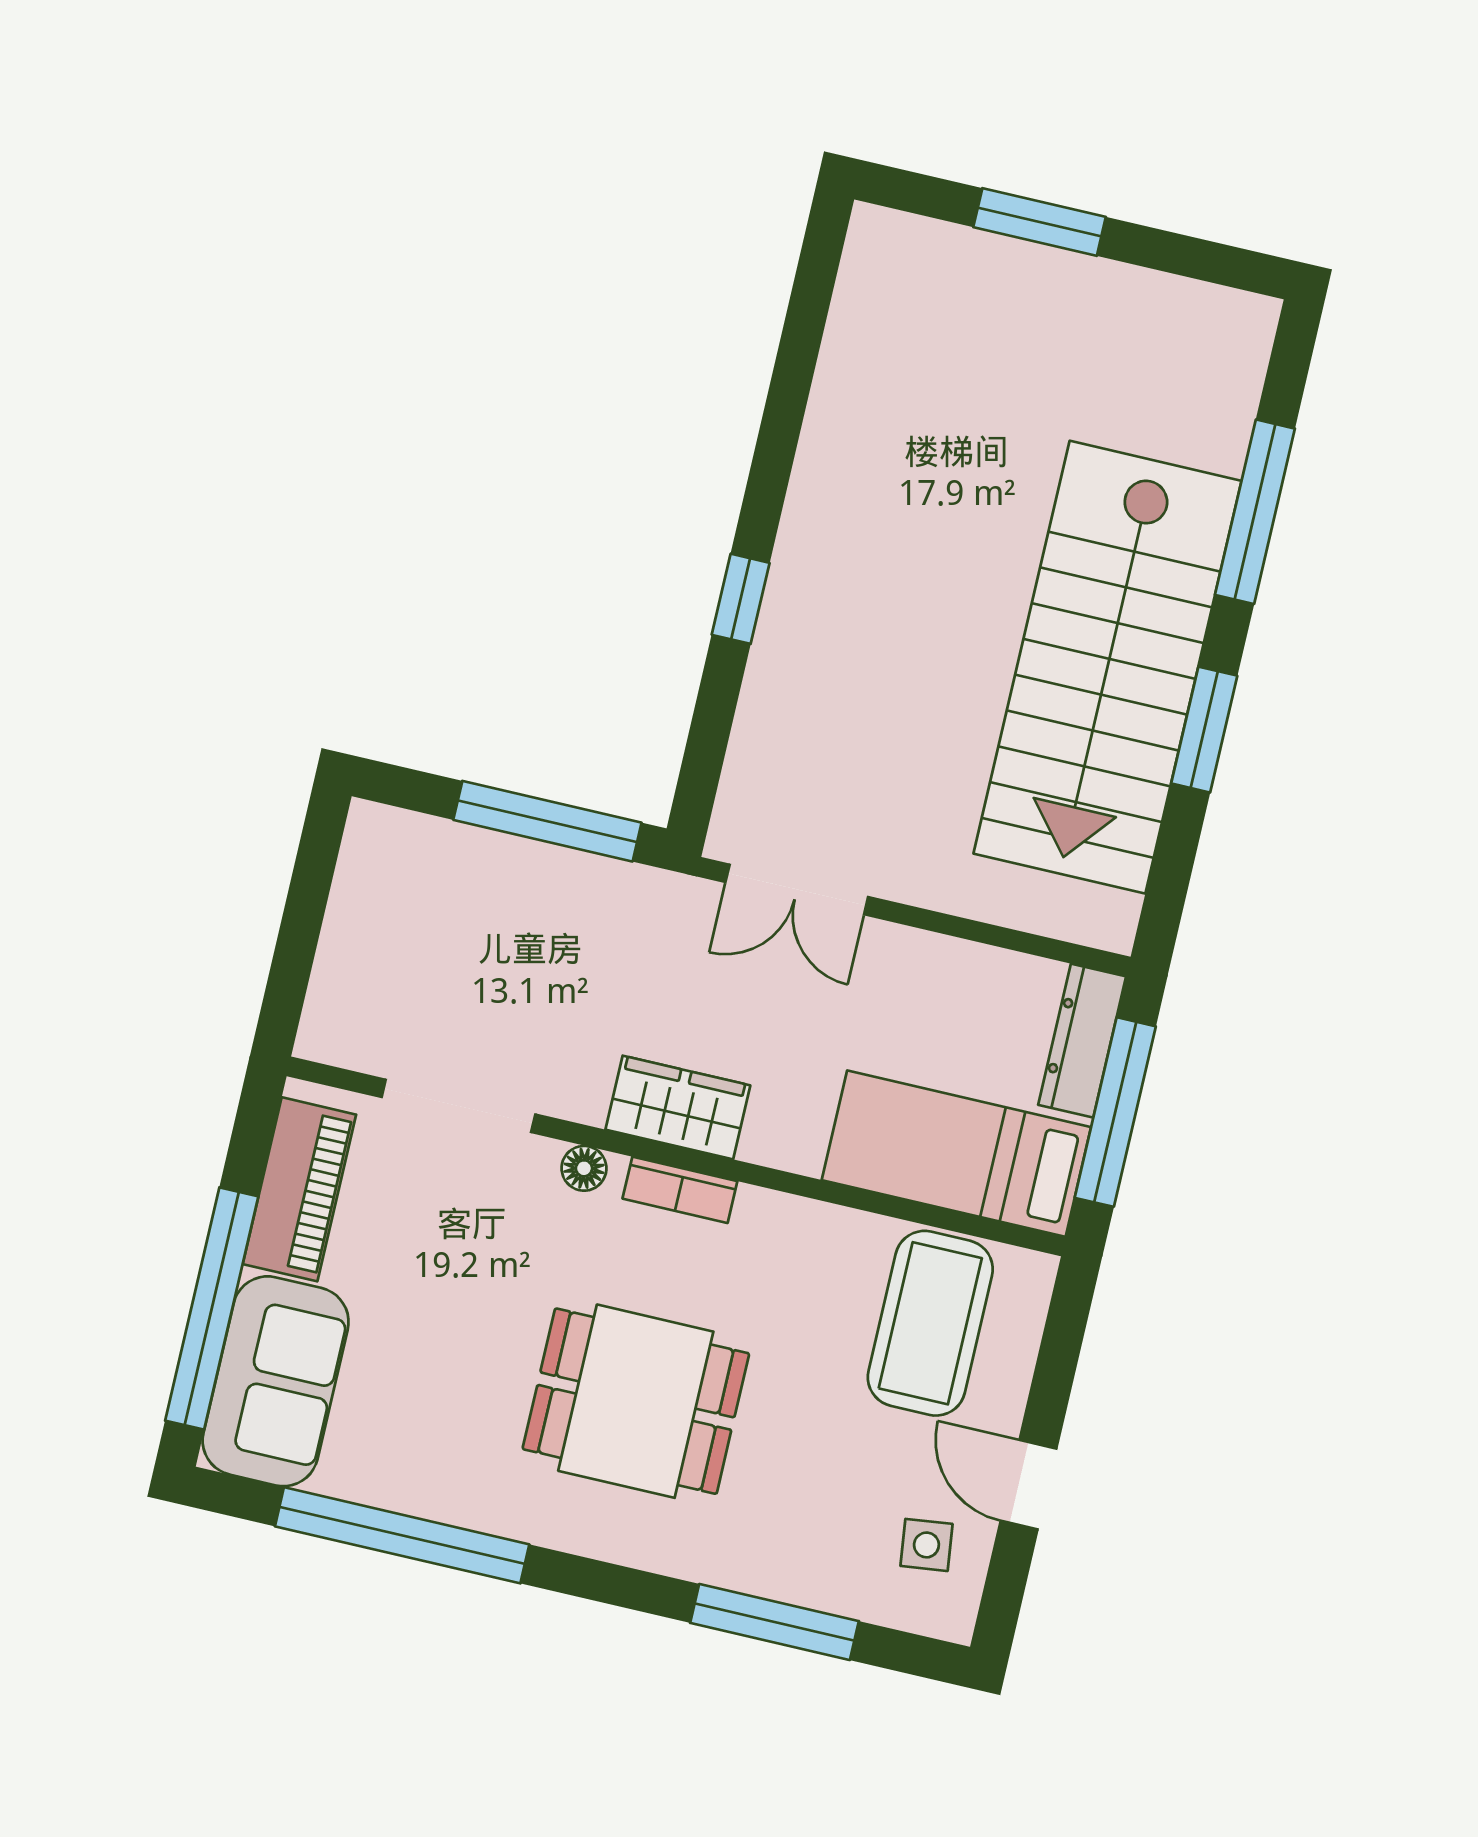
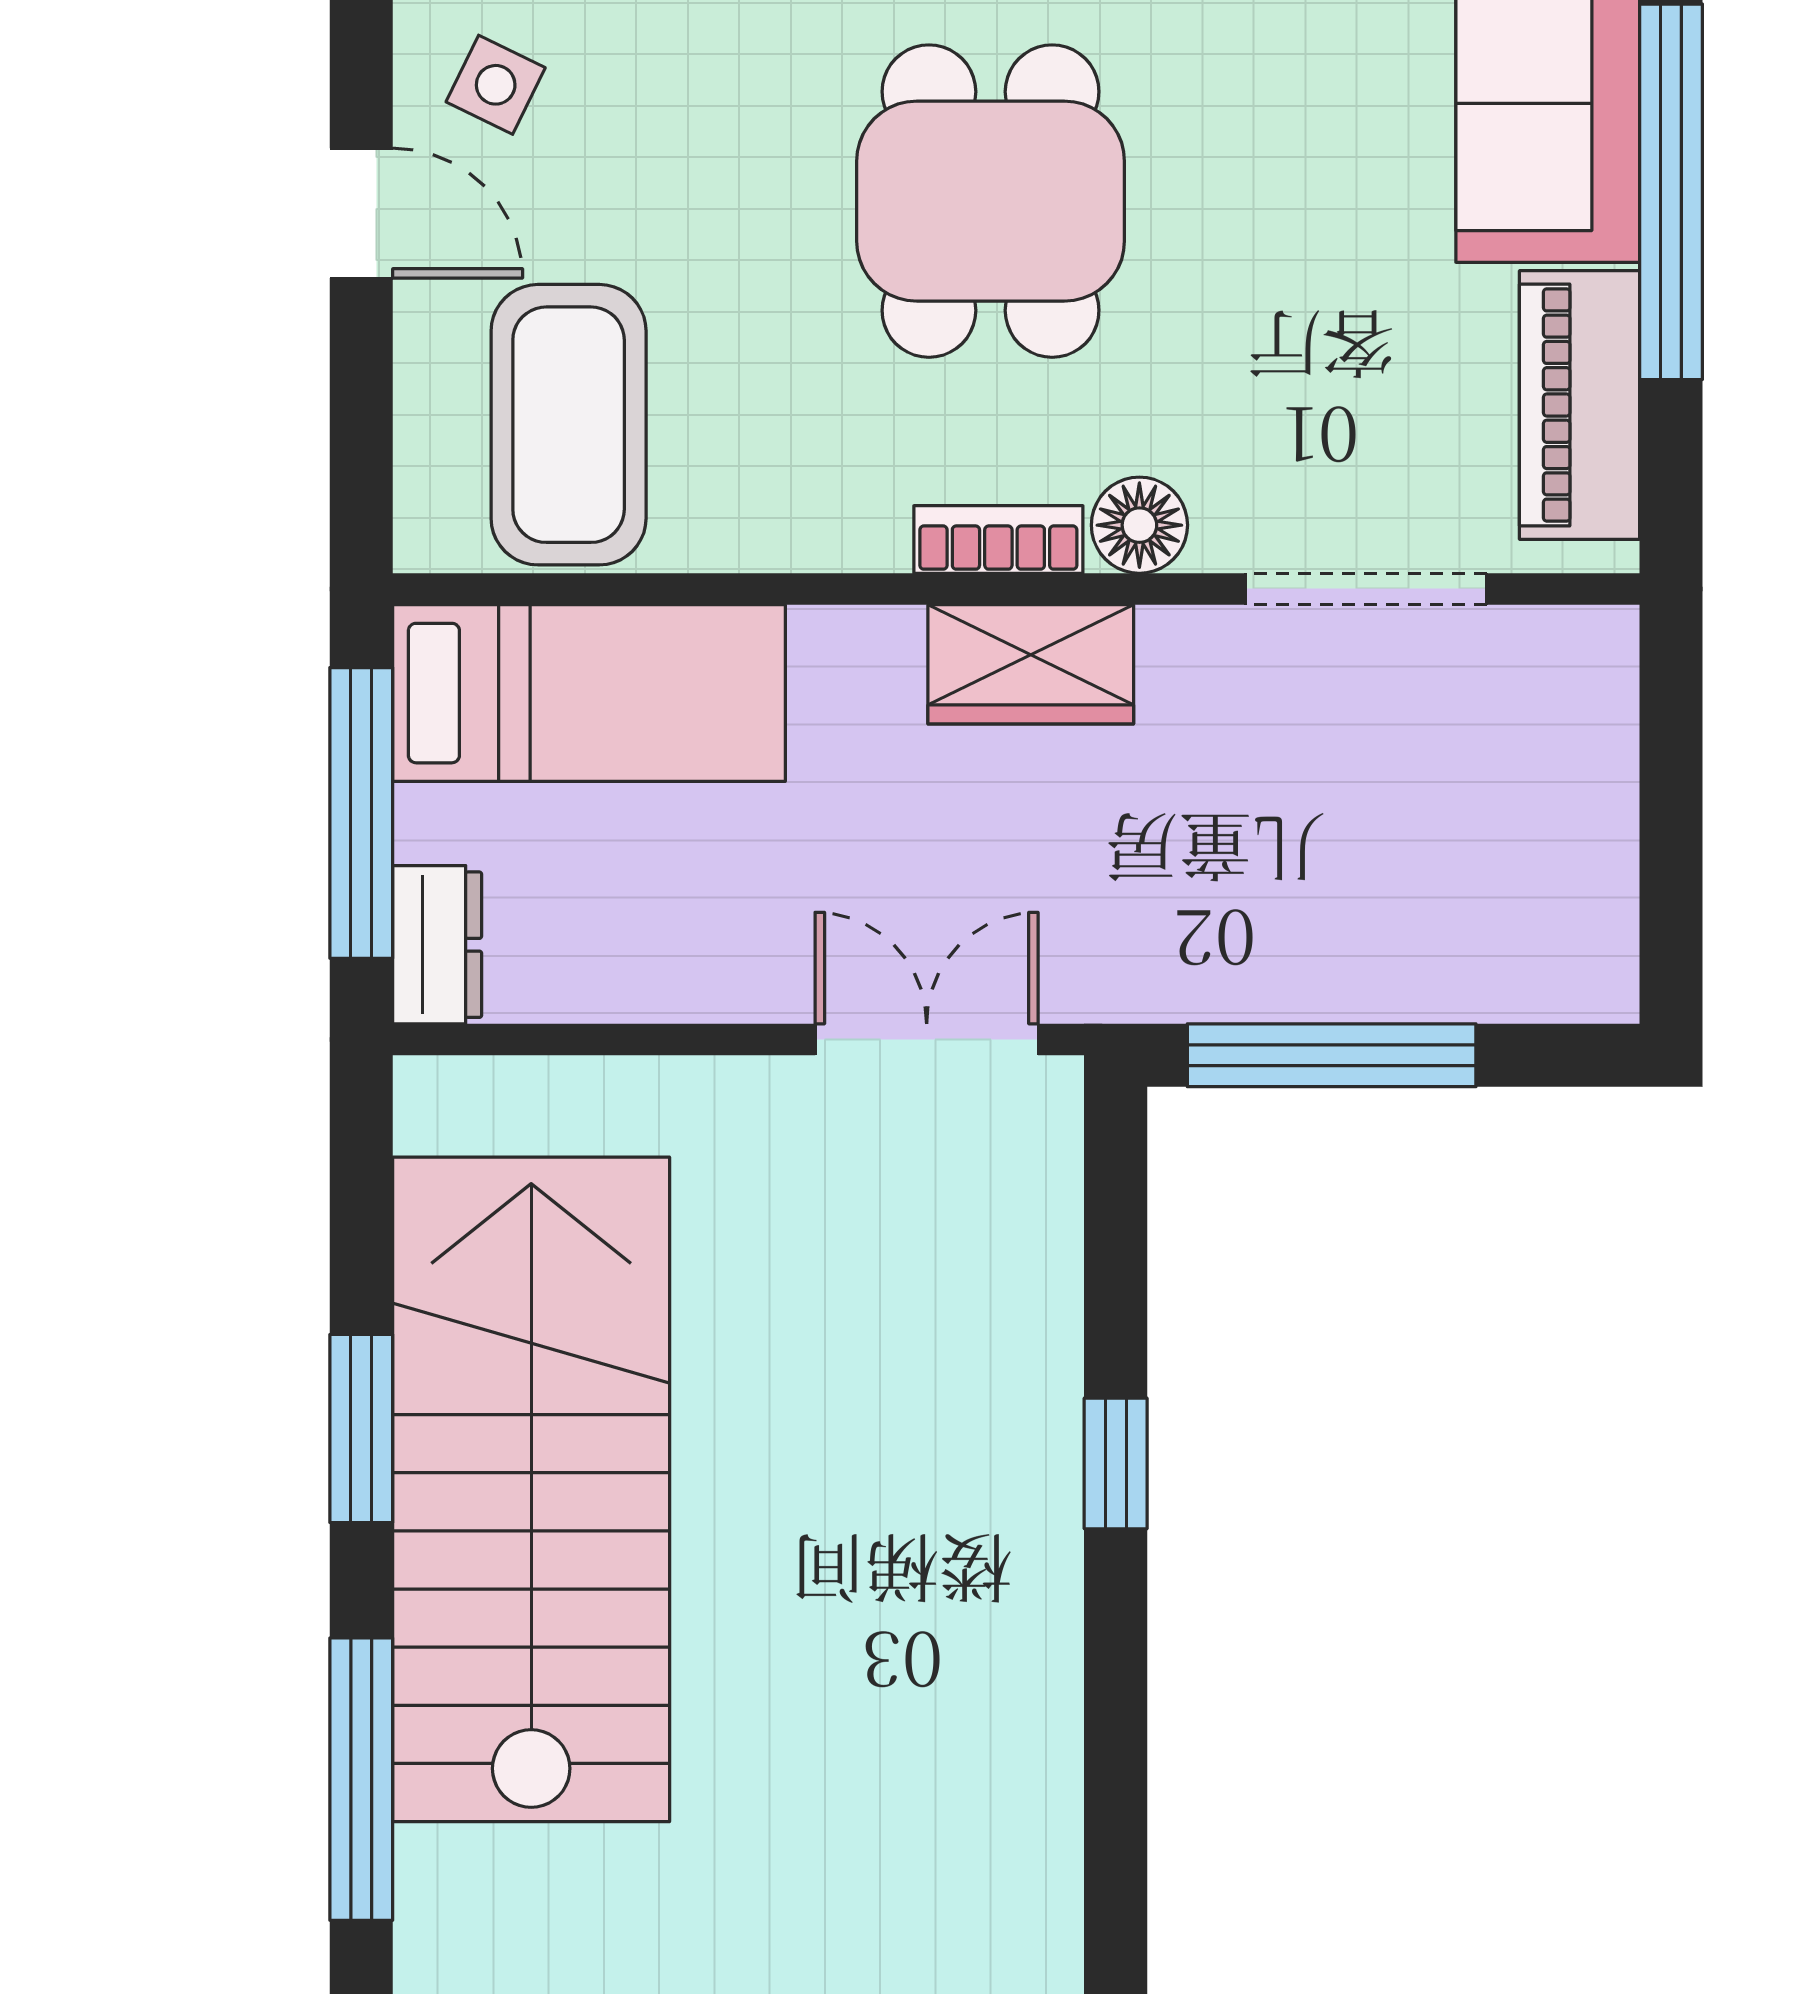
dresser: (1082, 1041) -> (437, 945), width x0.70
floor lamp: (584, 1168) -> (1139, 525), width x1.37, depth x1.37
dining table: (636, 1401) -> (991, 201), turned 90
side table: (926, 1545) -> (496, 85), turned 33

